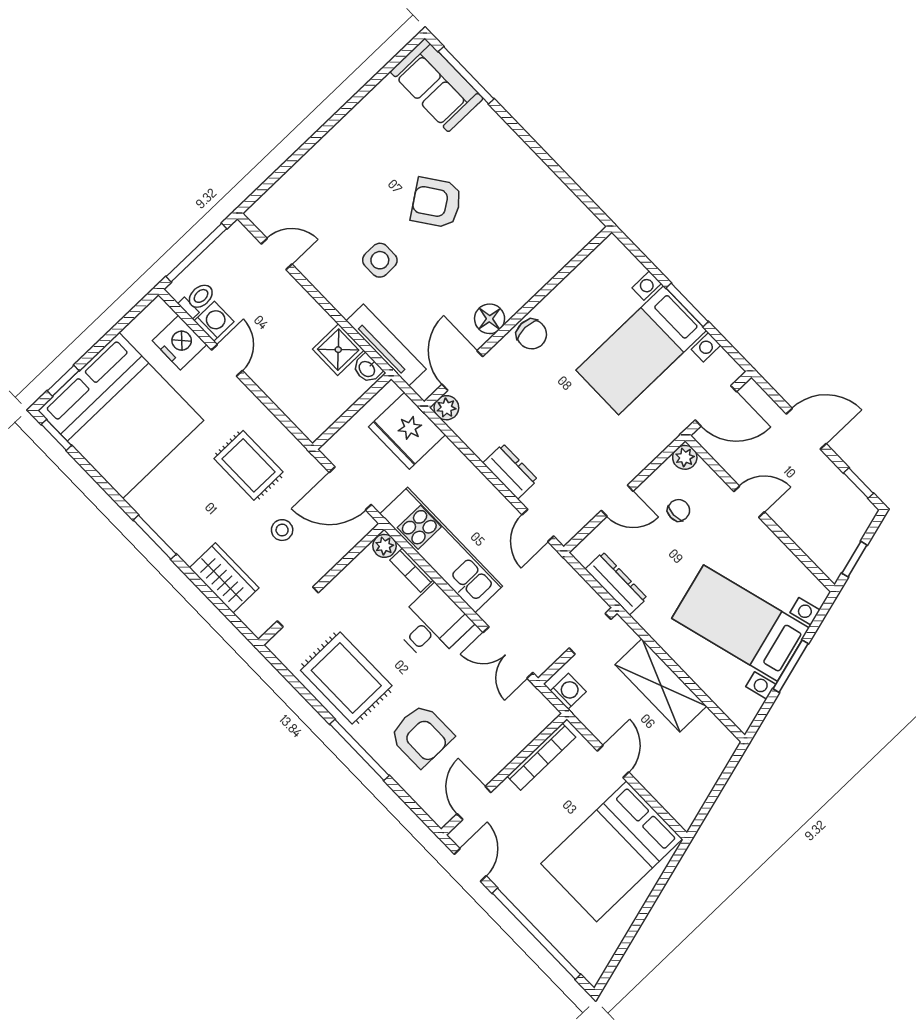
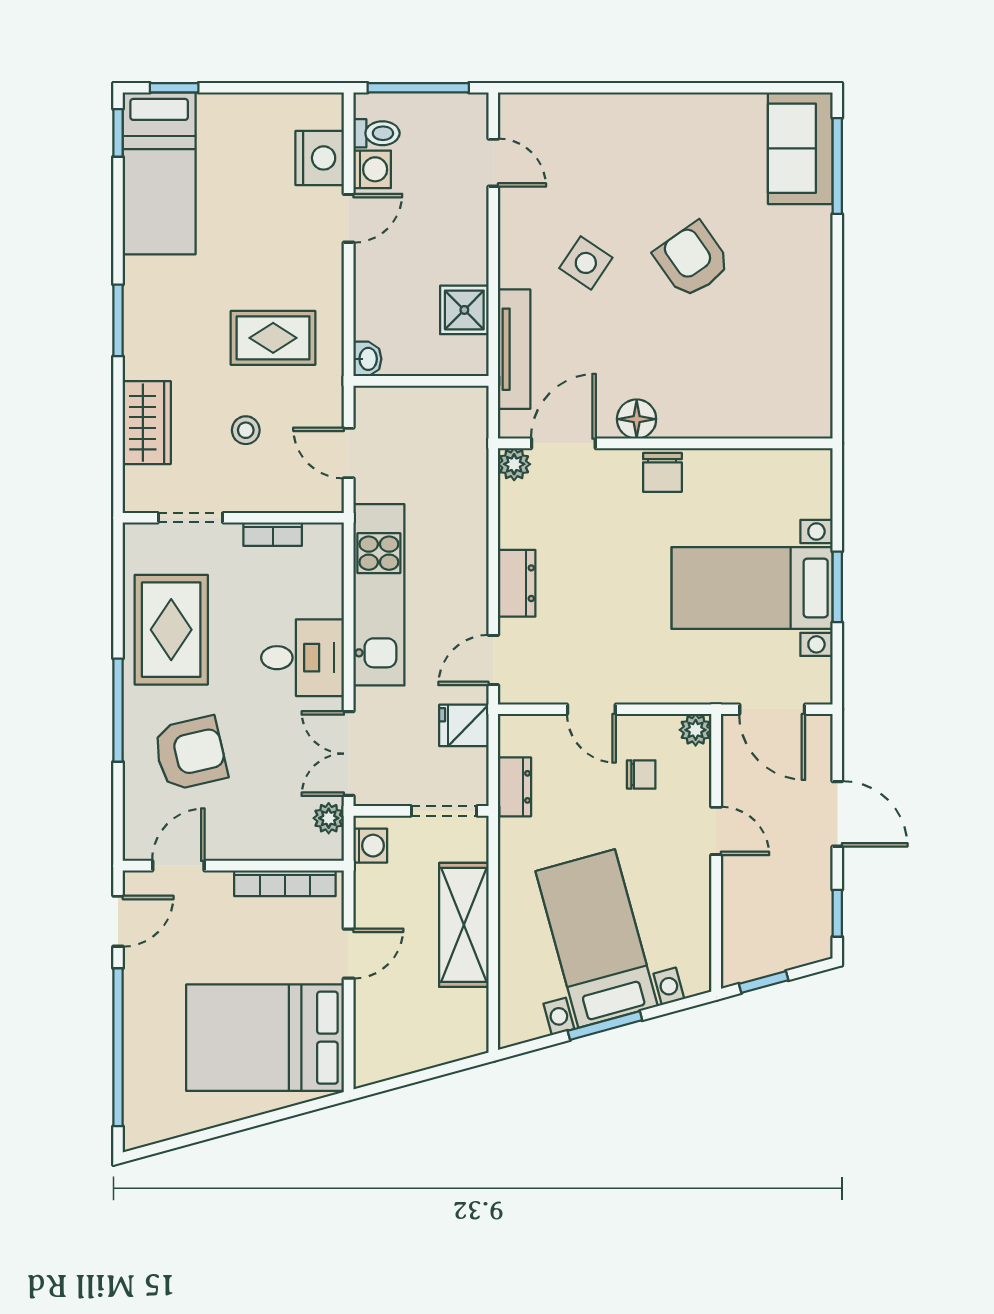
side table: (380, 260) -> (586, 263), turned 34
washbasin: (367, 369) -> (367, 359), moved, turned 180
bed: (121, 415) -> (159, 173), width x0.49
fridge: (407, 431) -> (464, 725), moved, width x0.53, depth x0.75
rug: (249, 465) -> (273, 338), turned 90
door: (350, 488) -> (349, 453), width x0.73
plant: (385, 546) -> (329, 818), moved
bookcase: (412, 570) -> (273, 534), moved, turned -90
dresser: (616, 584) -> (515, 787), width x0.70
armchair: (421, 735) -> (190, 753), turned -103

